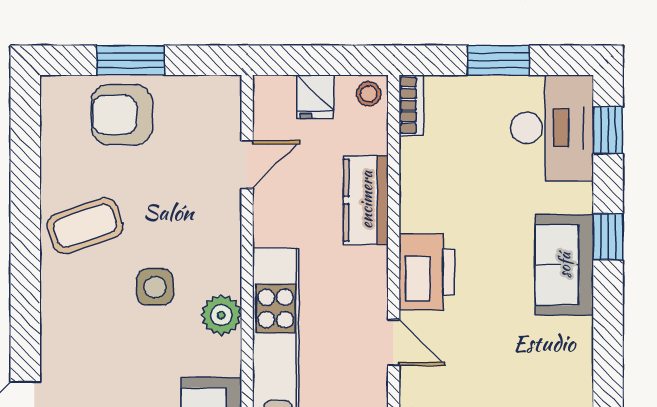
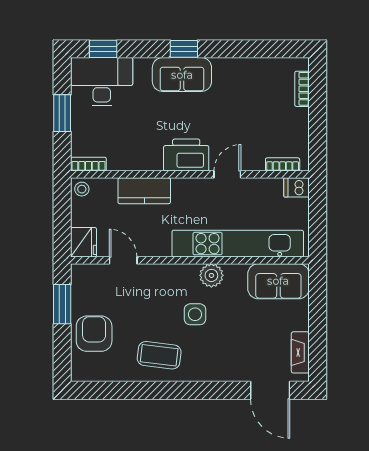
window: (130, 60) -> (62, 304), moved
fridge: (315, 97) -> (84, 242), moved, width x1.38
armchair: (122, 115) -> (94, 334), turned 180
coffee table: (85, 226) -> (159, 355), turned -64
window: (608, 237) -> (184, 49), moved

